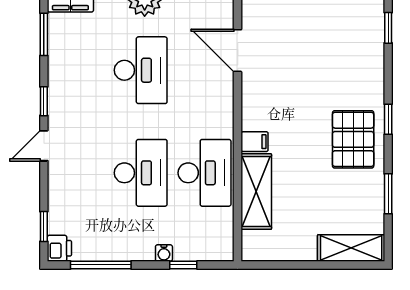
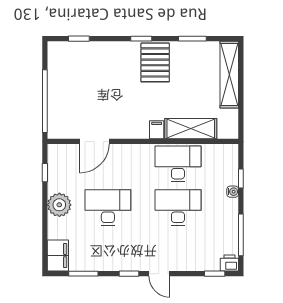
pallet: (353, 139) -> (155, 62), turned 90
shelving: (351, 248) -> (229, 75), width x1.47

